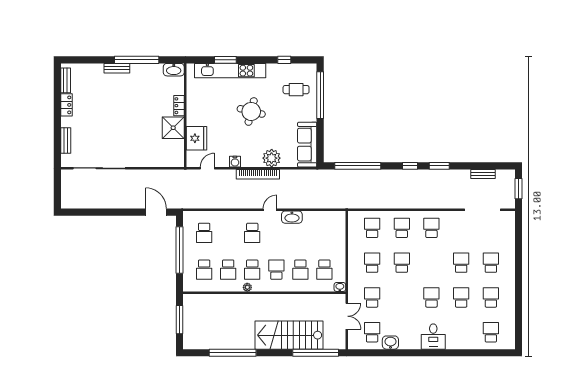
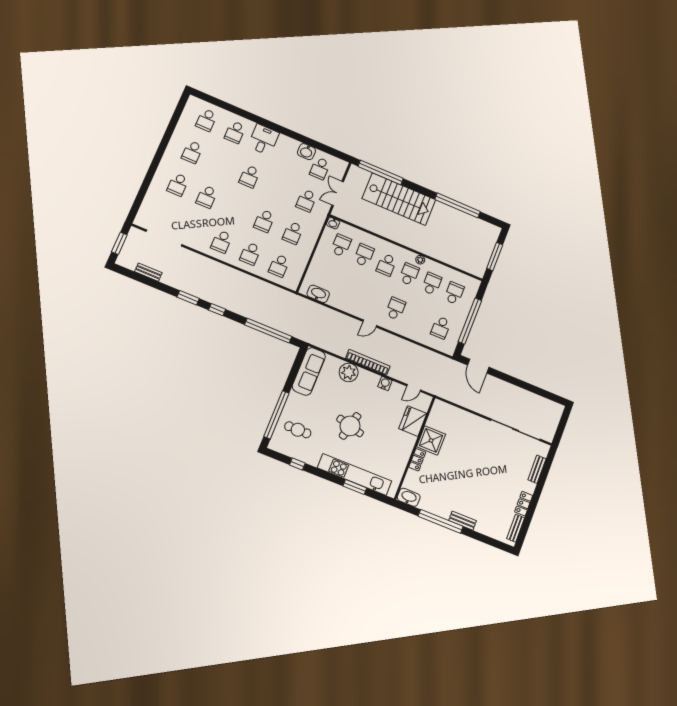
washbasin: (292, 217) -> (318, 294), moved
school desk: (204, 233) -> (441, 328), turned 180
school desk: (461, 297) -> (235, 132), moved

